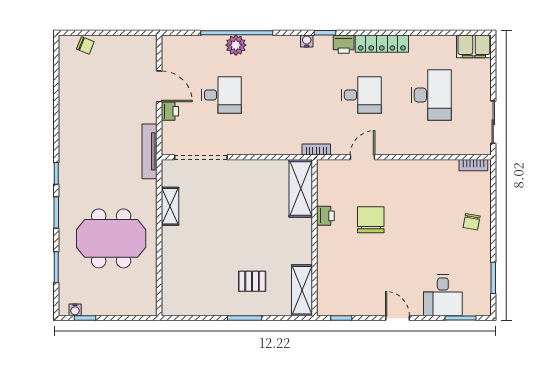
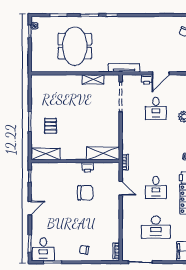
desk: (443, 295) -> (43, 249), moved, turned -90

